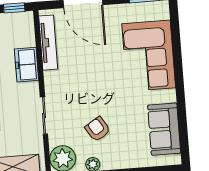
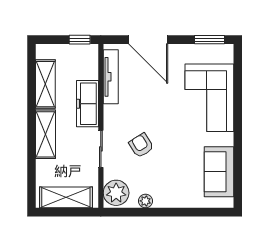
freezer: (27, 65) -> (88, 104), width x1.40
armchair: (98, 129) -> (141, 145), moved

